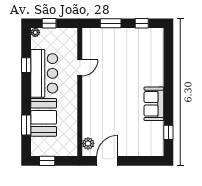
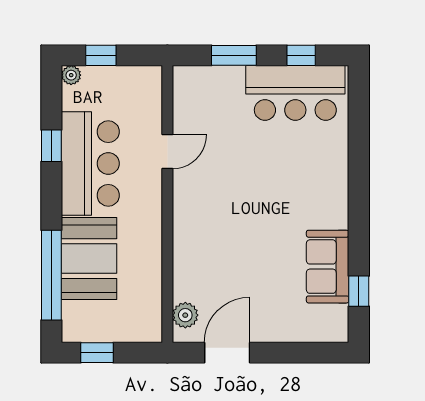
bar counter: (139, 41) -> (295, 93), added
sofa: (154, 104) -> (328, 267), moved
window: (26, 125) -> (51, 275), width x2.11

